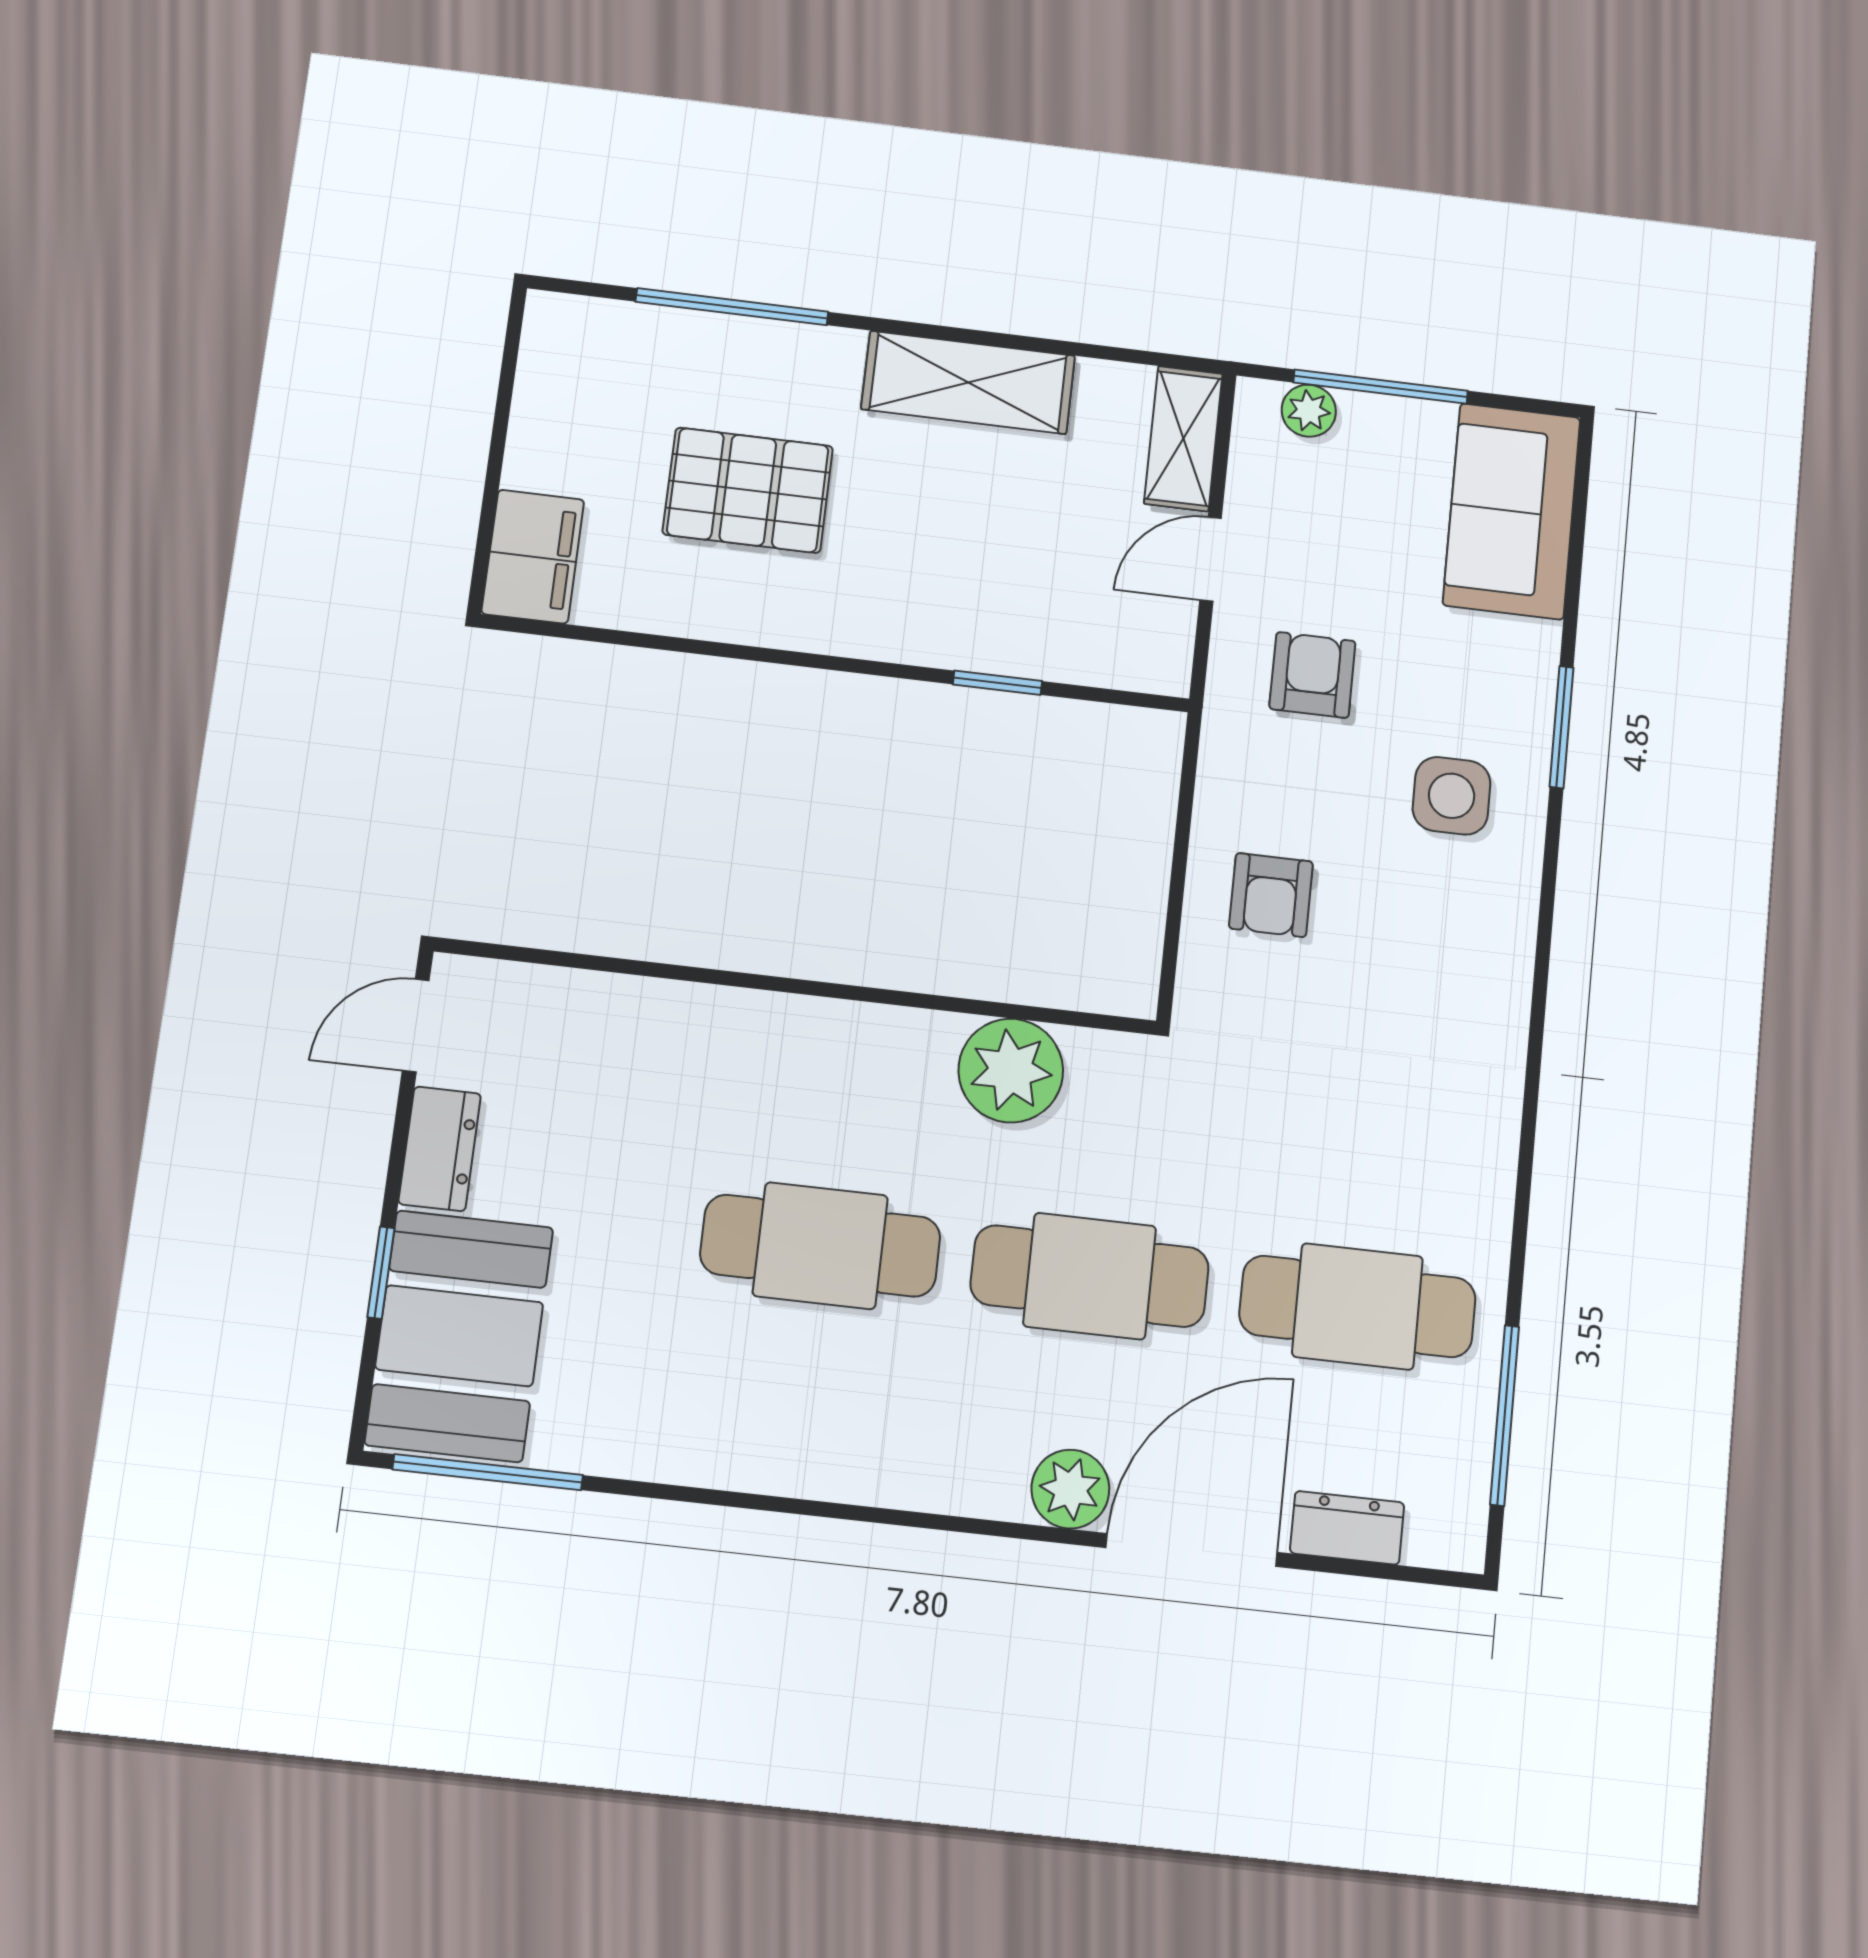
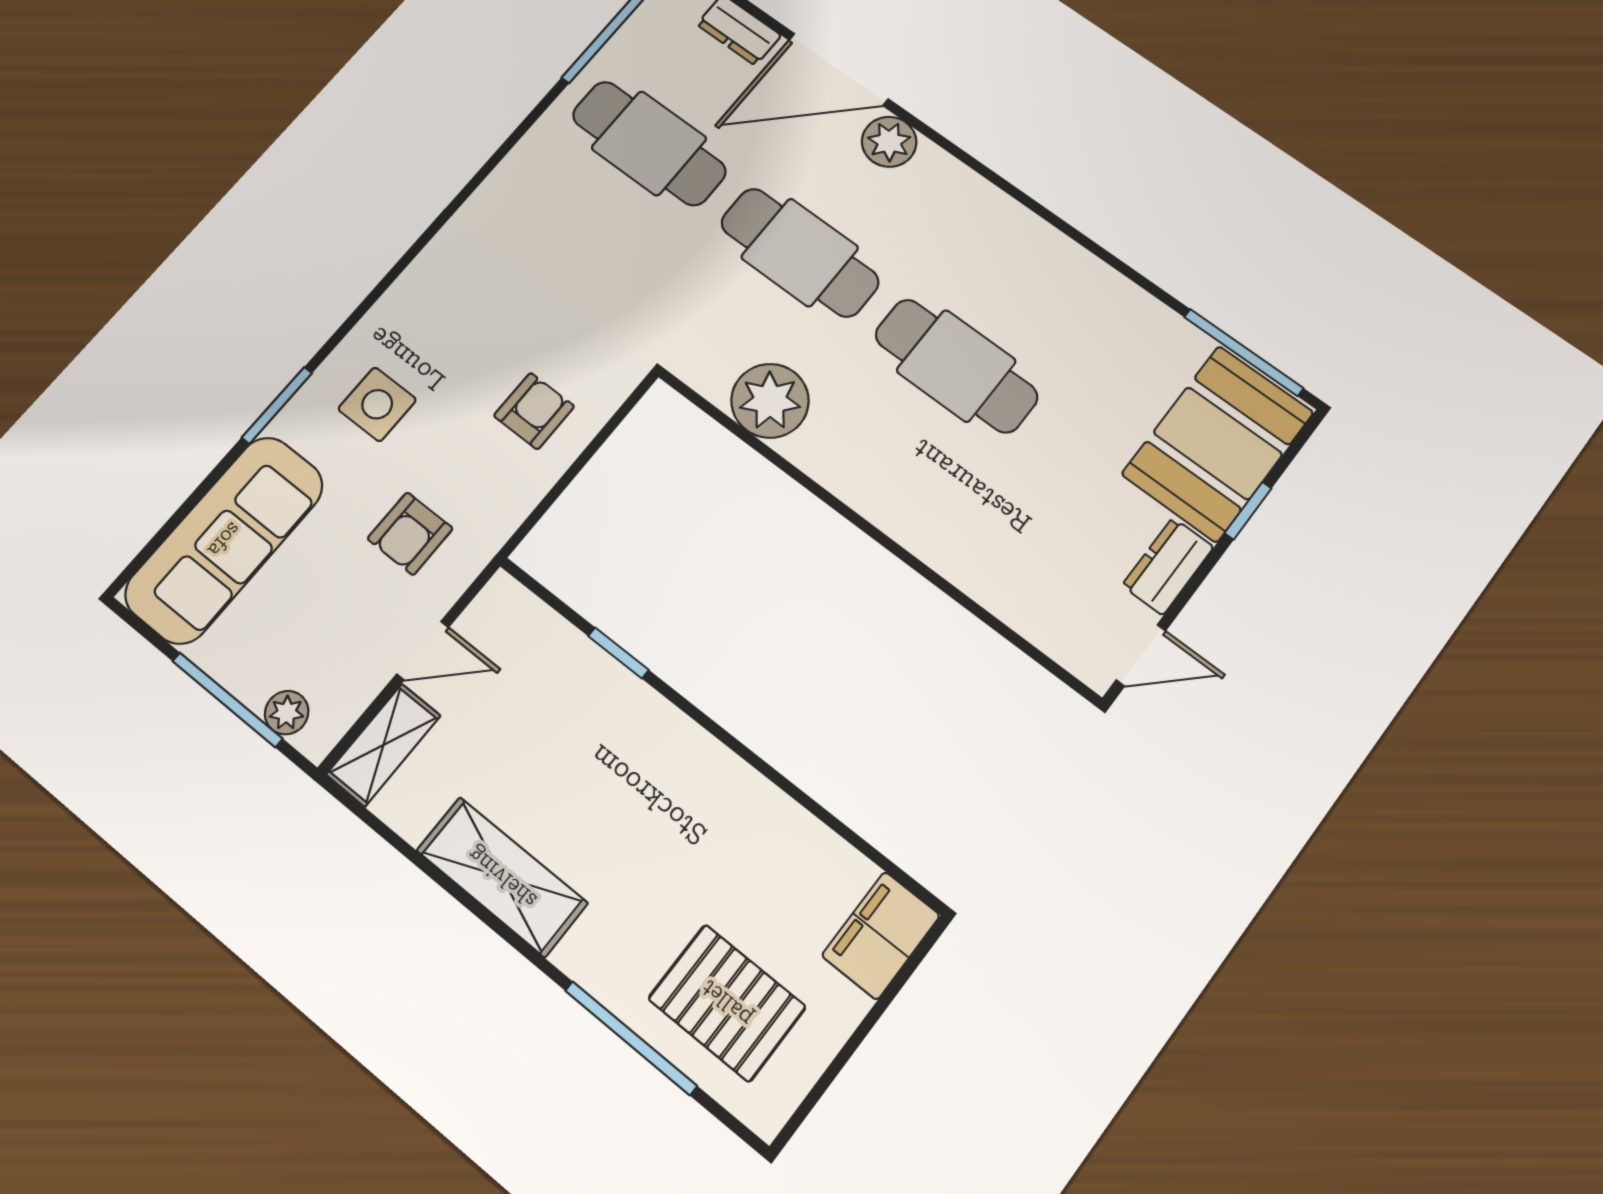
pallet: (748, 490) -> (727, 1003), moved
sofa: (1512, 511) -> (224, 540), width x1.36

